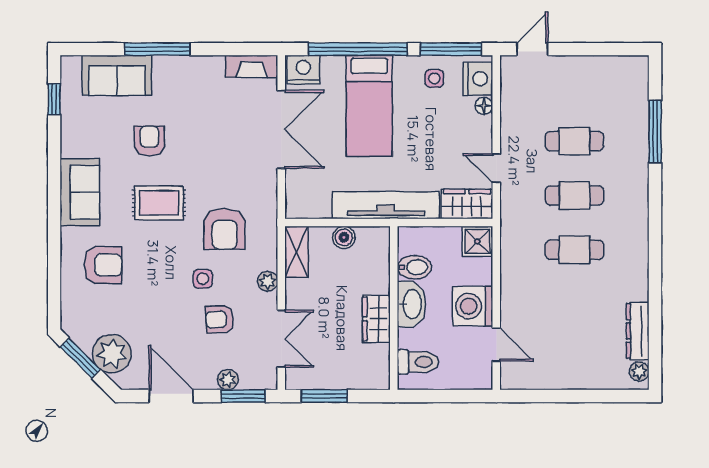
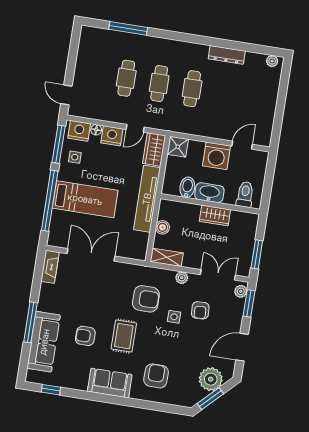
nightstand: (303, 70) -> (112, 136), moved, turned 90
sofa: (117, 75) -> (44, 342), width x1.36
dresser: (638, 331) -> (227, 55), moved
plant: (228, 380) -> (241, 291), moved

